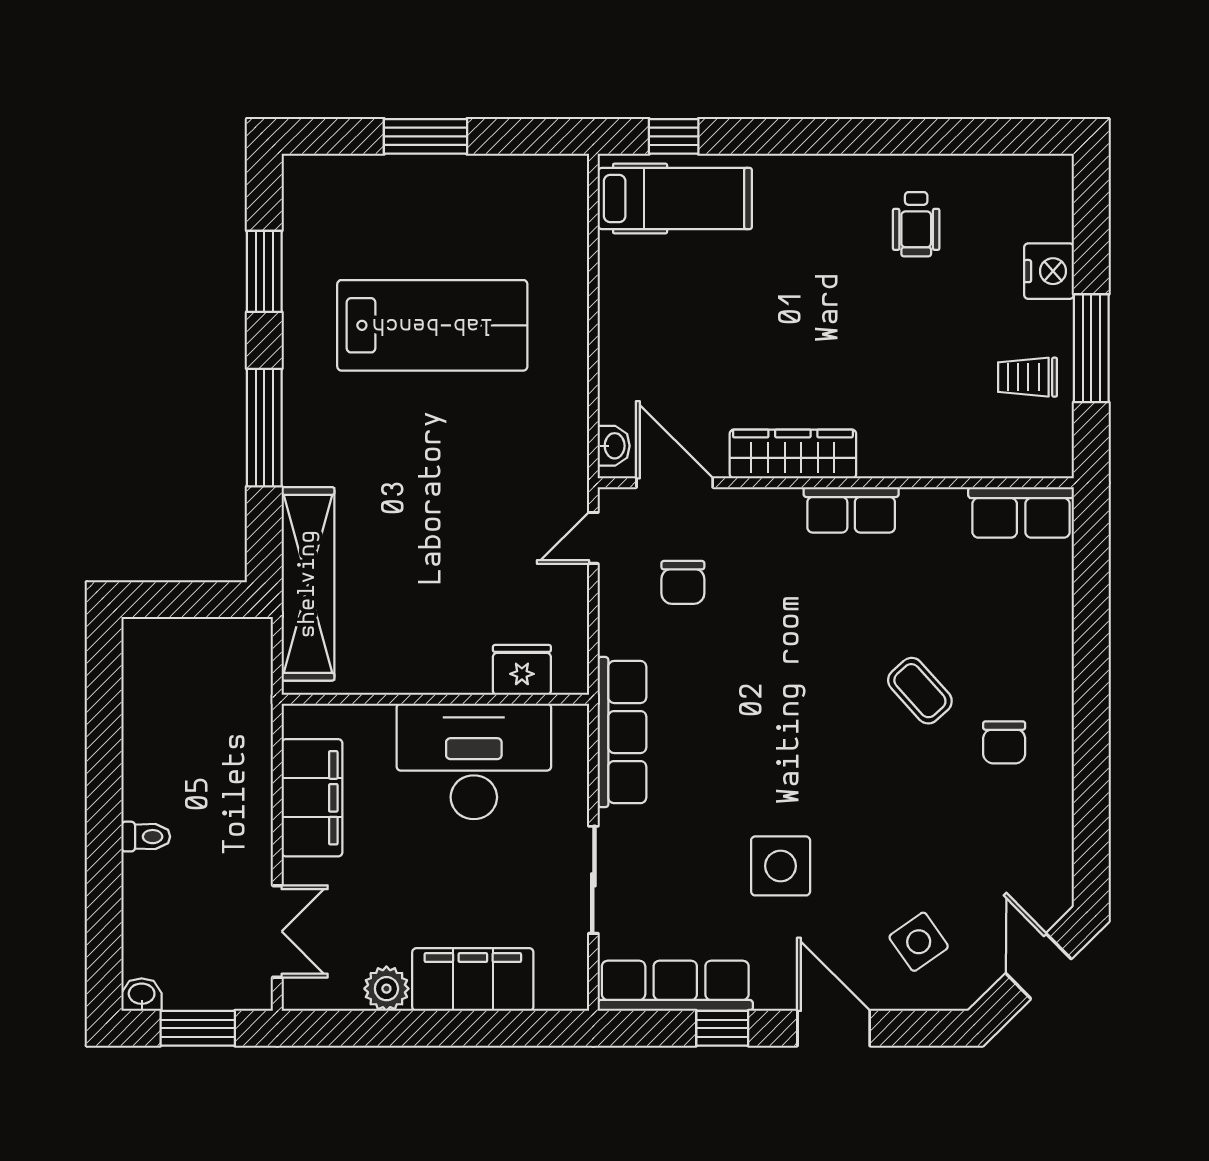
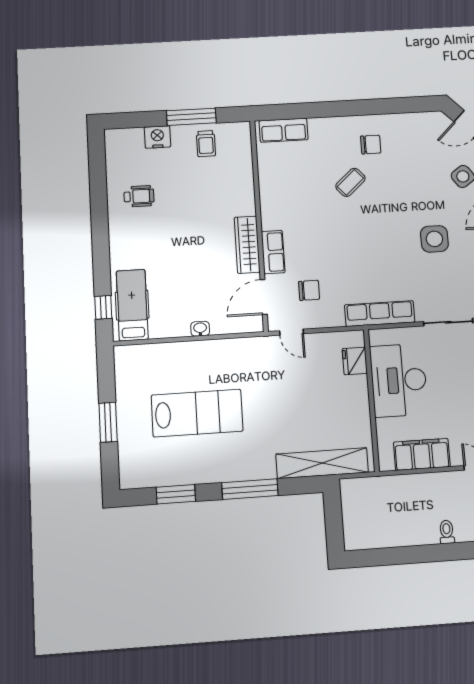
lab bench: (432, 325) -> (197, 413), turned 90
washbasin: (614, 446) -> (200, 329), moved
row of seats: (851, 510) -> (273, 252), moved
row of seats: (1021, 512) -> (284, 130), moved, turned 90

